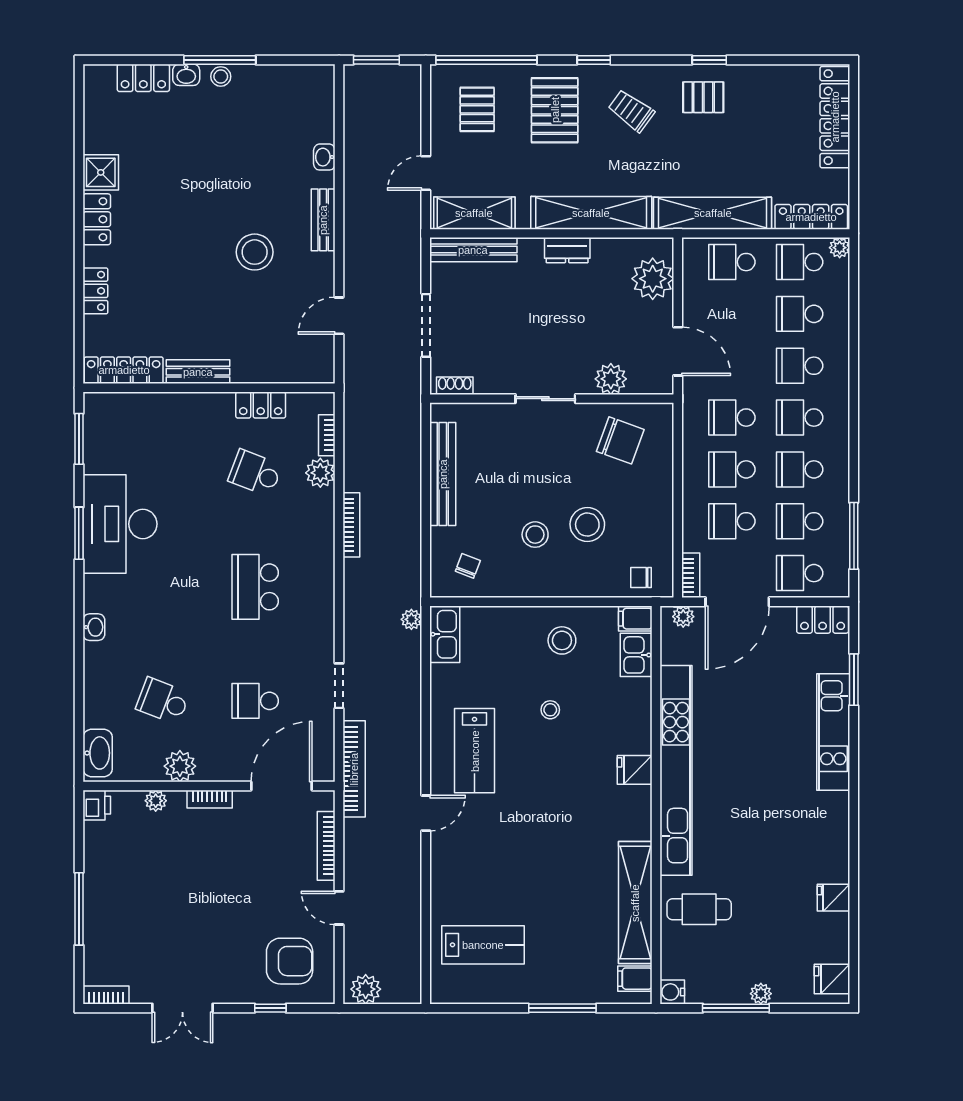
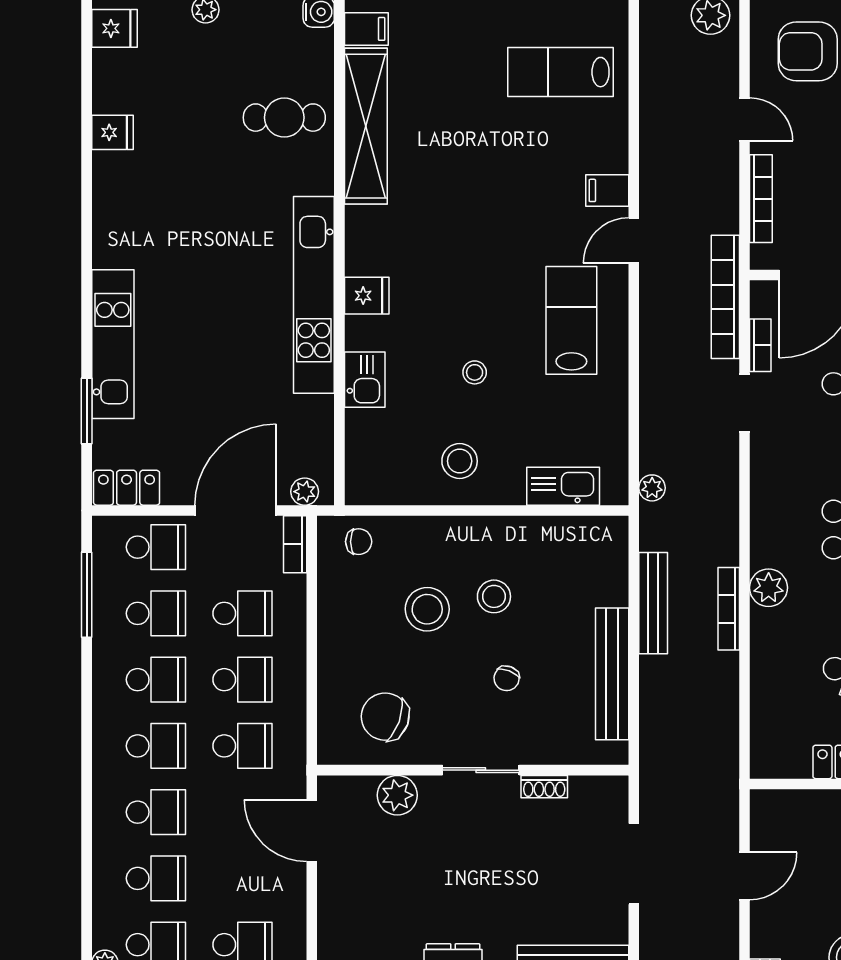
plant: (653, 279) -> (344, 923), removed
shoe rack: (455, 386) -> (544, 787), moved
bookcase: (327, 435) -> (760, 345), moved
plant: (320, 473) -> (769, 588), moved
bench: (411, 529) -> (653, 603), added
chair: (468, 566) -> (507, 678), moved
filing cabinet: (635, 619) -> (607, 190), moved, turned 180
kitchen sink: (445, 634) -> (563, 486), moved, turned 90
kitchen sink: (636, 655) -> (365, 380), moved
kitchen unit: (676, 770) -> (314, 295), width x0.73

